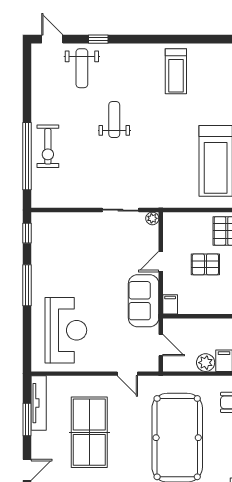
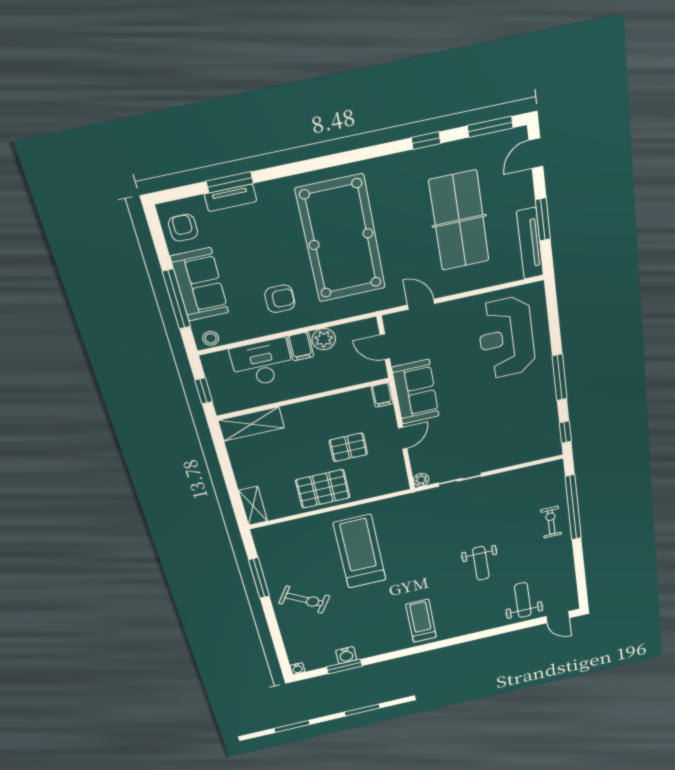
window: (98, 39) -> (509, 628), removed
exercise bike: (48, 146) -> (551, 522), width x0.73, depth x0.72

